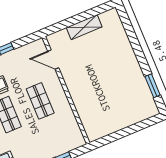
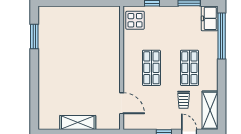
display table: (71, 136) -> (135, 20), added

